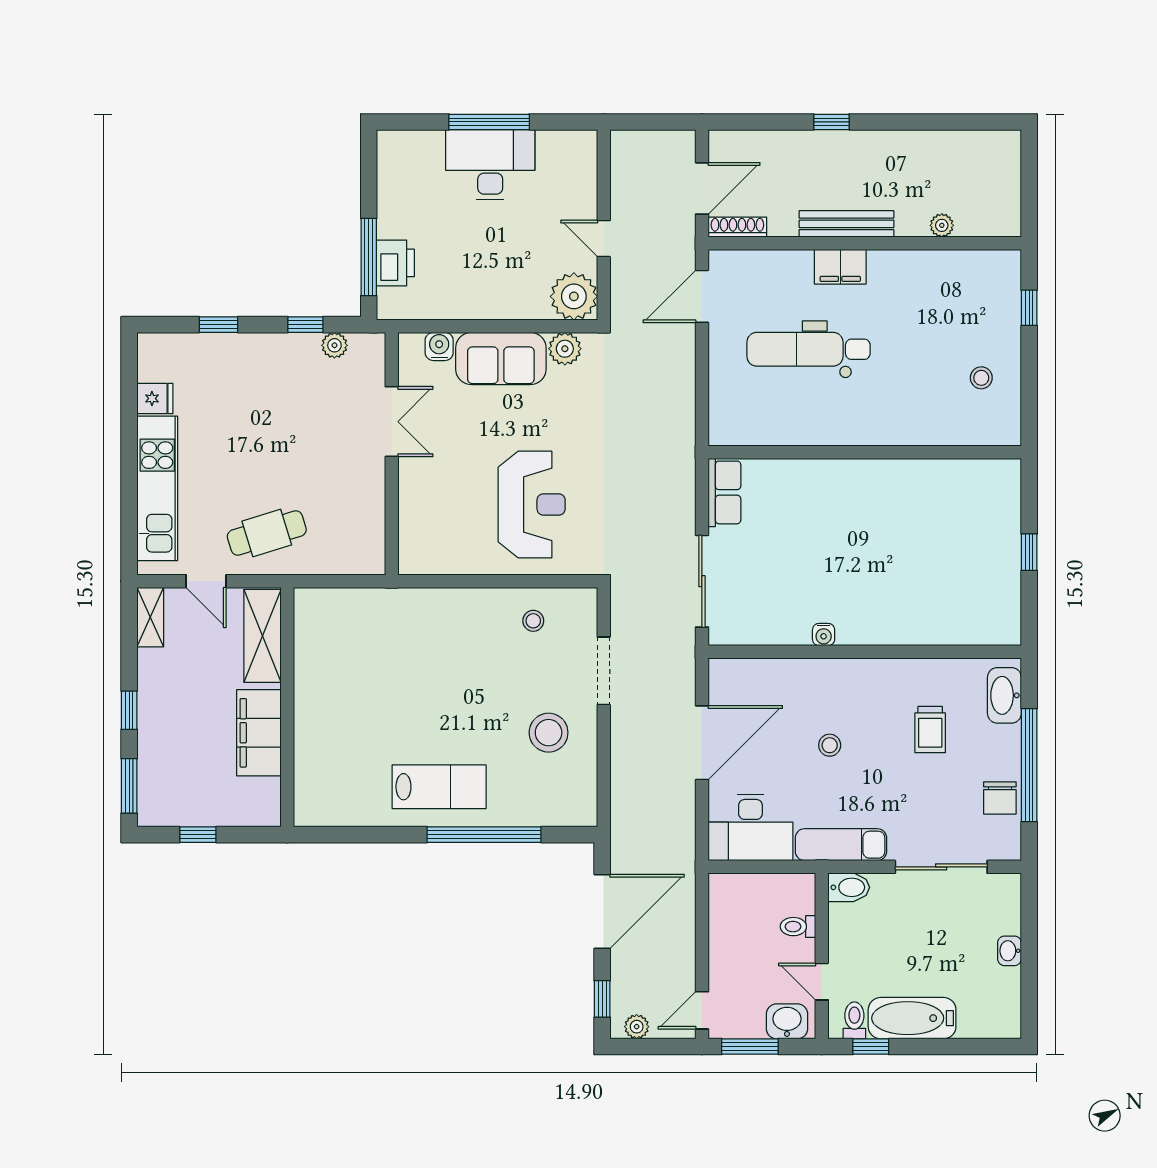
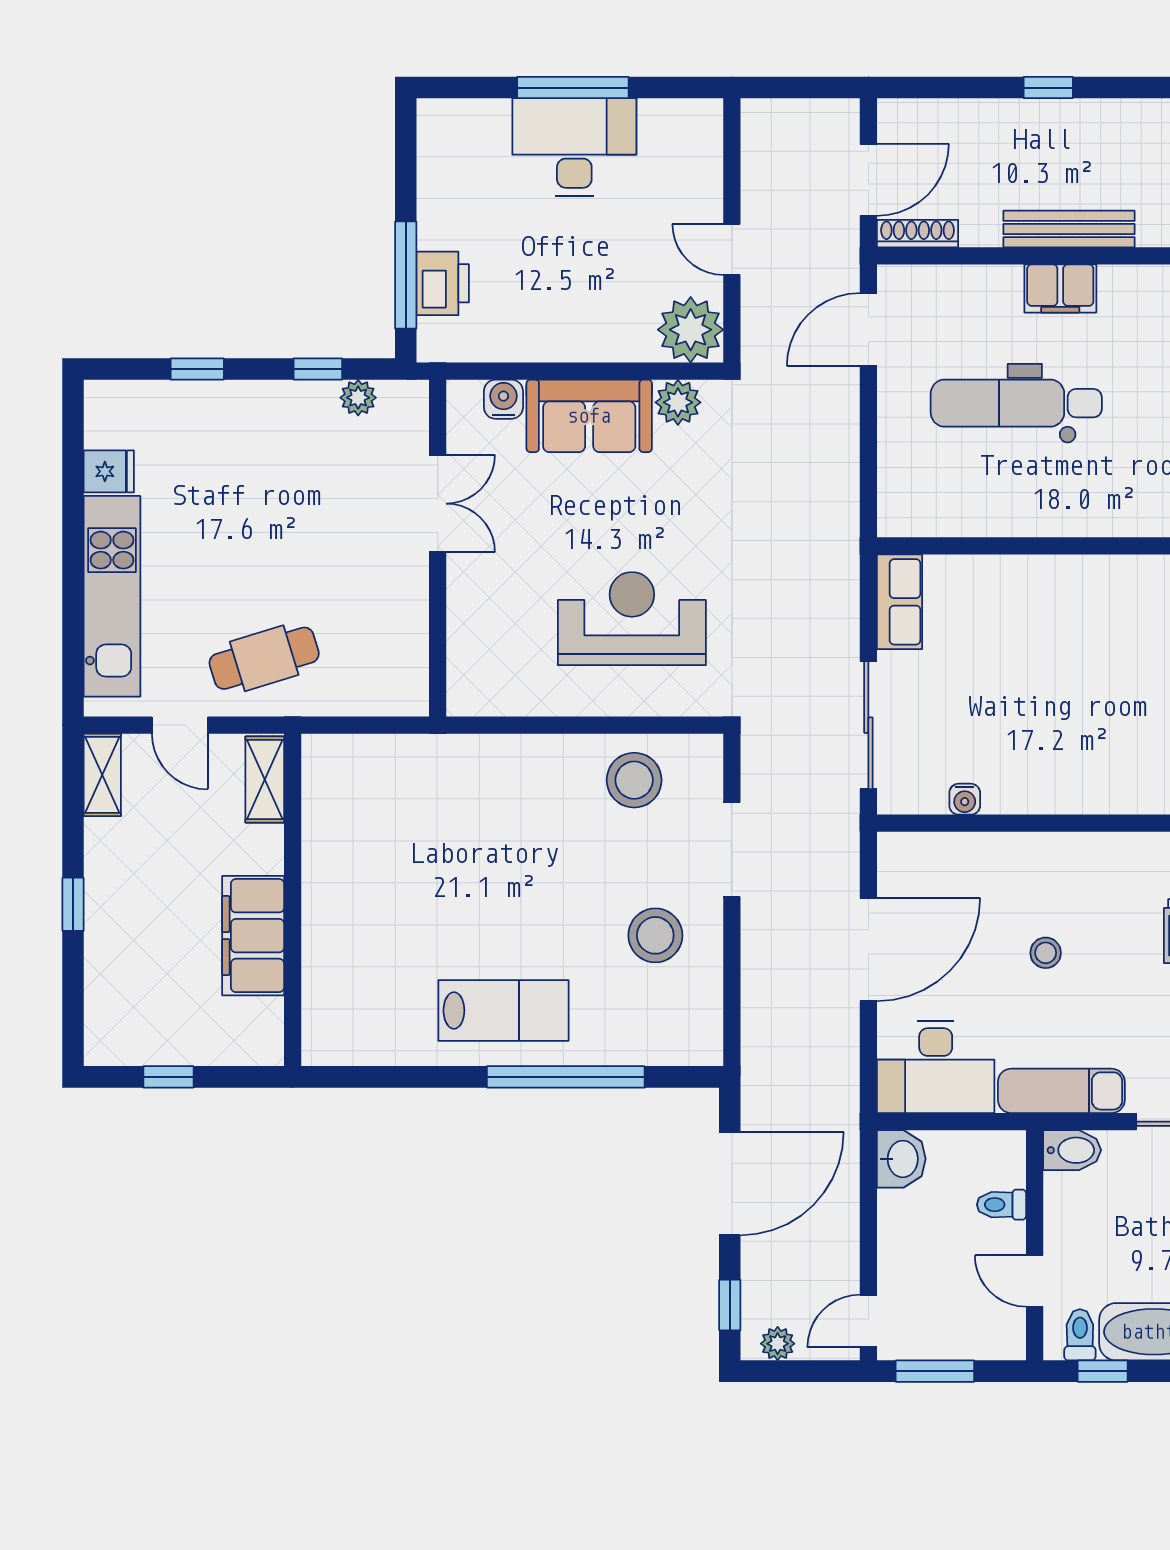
reception desk: (532, 504) -> (632, 619), turned -90
stool: (533, 621) -> (634, 780), width x1.89, depth x1.89
water cooler: (824, 635) -> (965, 799), moved
shelving: (263, 636) -> (265, 780), width x0.67, depth x0.75
window: (129, 786) -> (73, 1009), removed
washbasin: (787, 1021) -> (901, 1159), moved, turned 90

